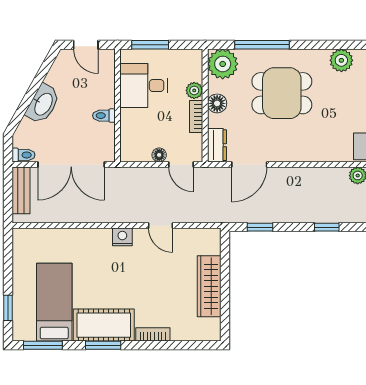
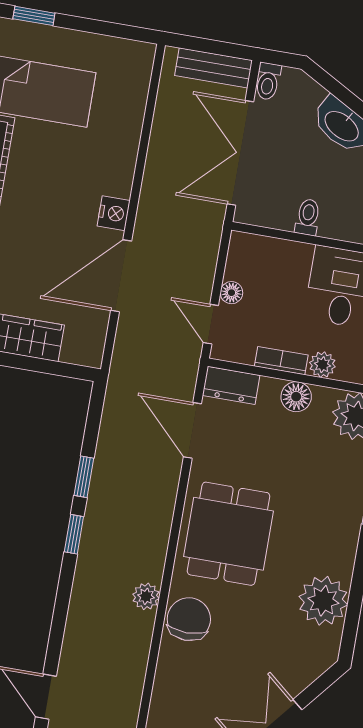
plant: (341, 60) -> (323, 601), width x1.36, depth x1.36
dining table: (282, 93) -> (228, 534), moved
door: (181, 164) -> (211, 324), hinge flipped
door: (161, 226) -> (121, 276), width x1.87
window: (260, 227) -> (84, 477), moved

